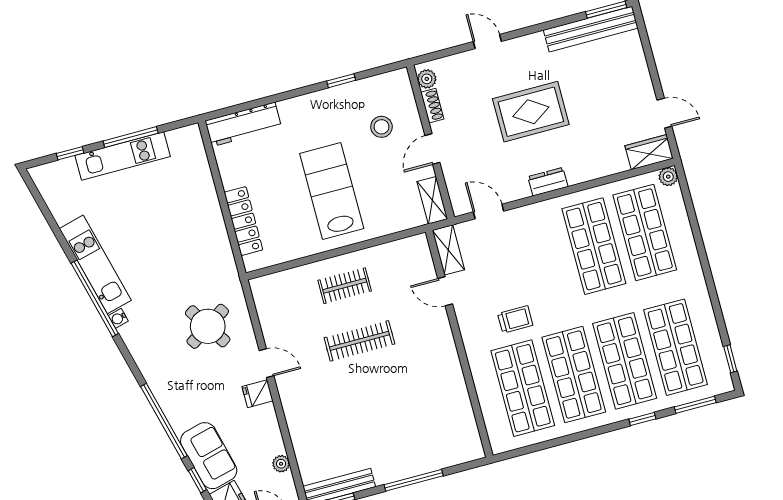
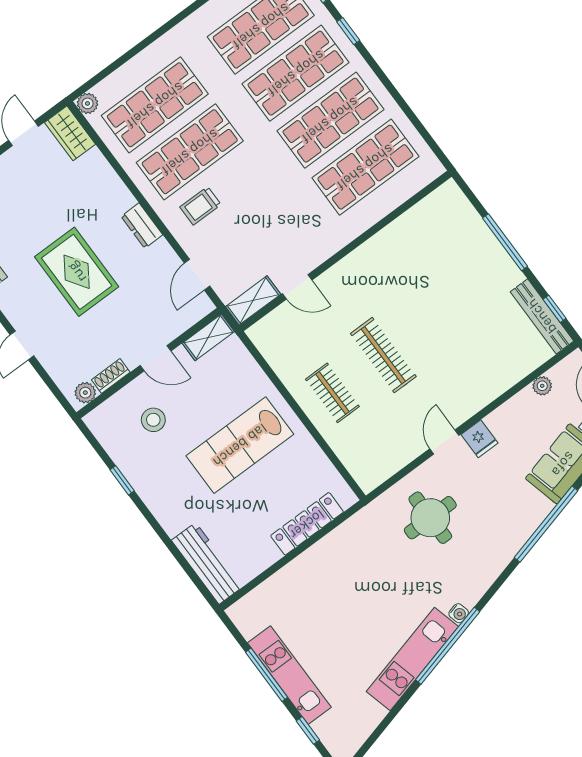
door: (445, 291) -> (297, 287), hinge flipped
trolley: (515, 319) -> (200, 206), moved, turned -90
round table: (208, 326) -> (430, 518), turned 33

